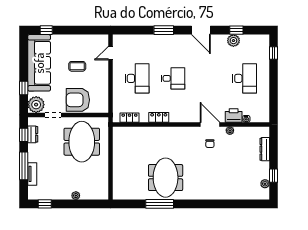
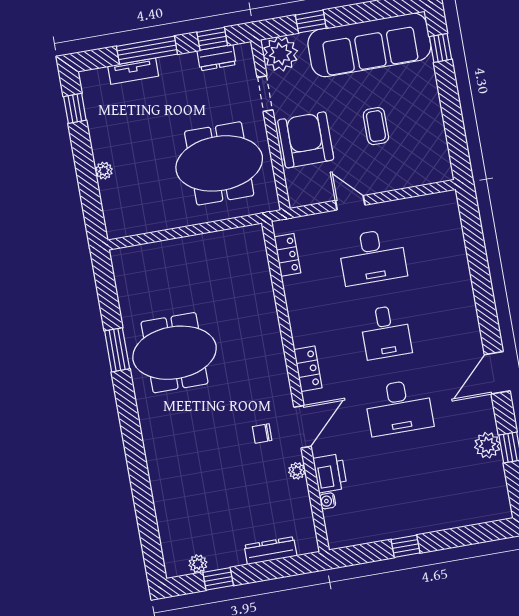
window: (164, 30) -> (484, 295), removed
door: (110, 53) -> (350, 203), moved
window: (274, 53) -> (406, 546), moved
desk: (245, 78) -> (399, 407), moved
locker: (159, 117) -> (308, 369), moved
window: (160, 204) -> (117, 350), width x0.69

